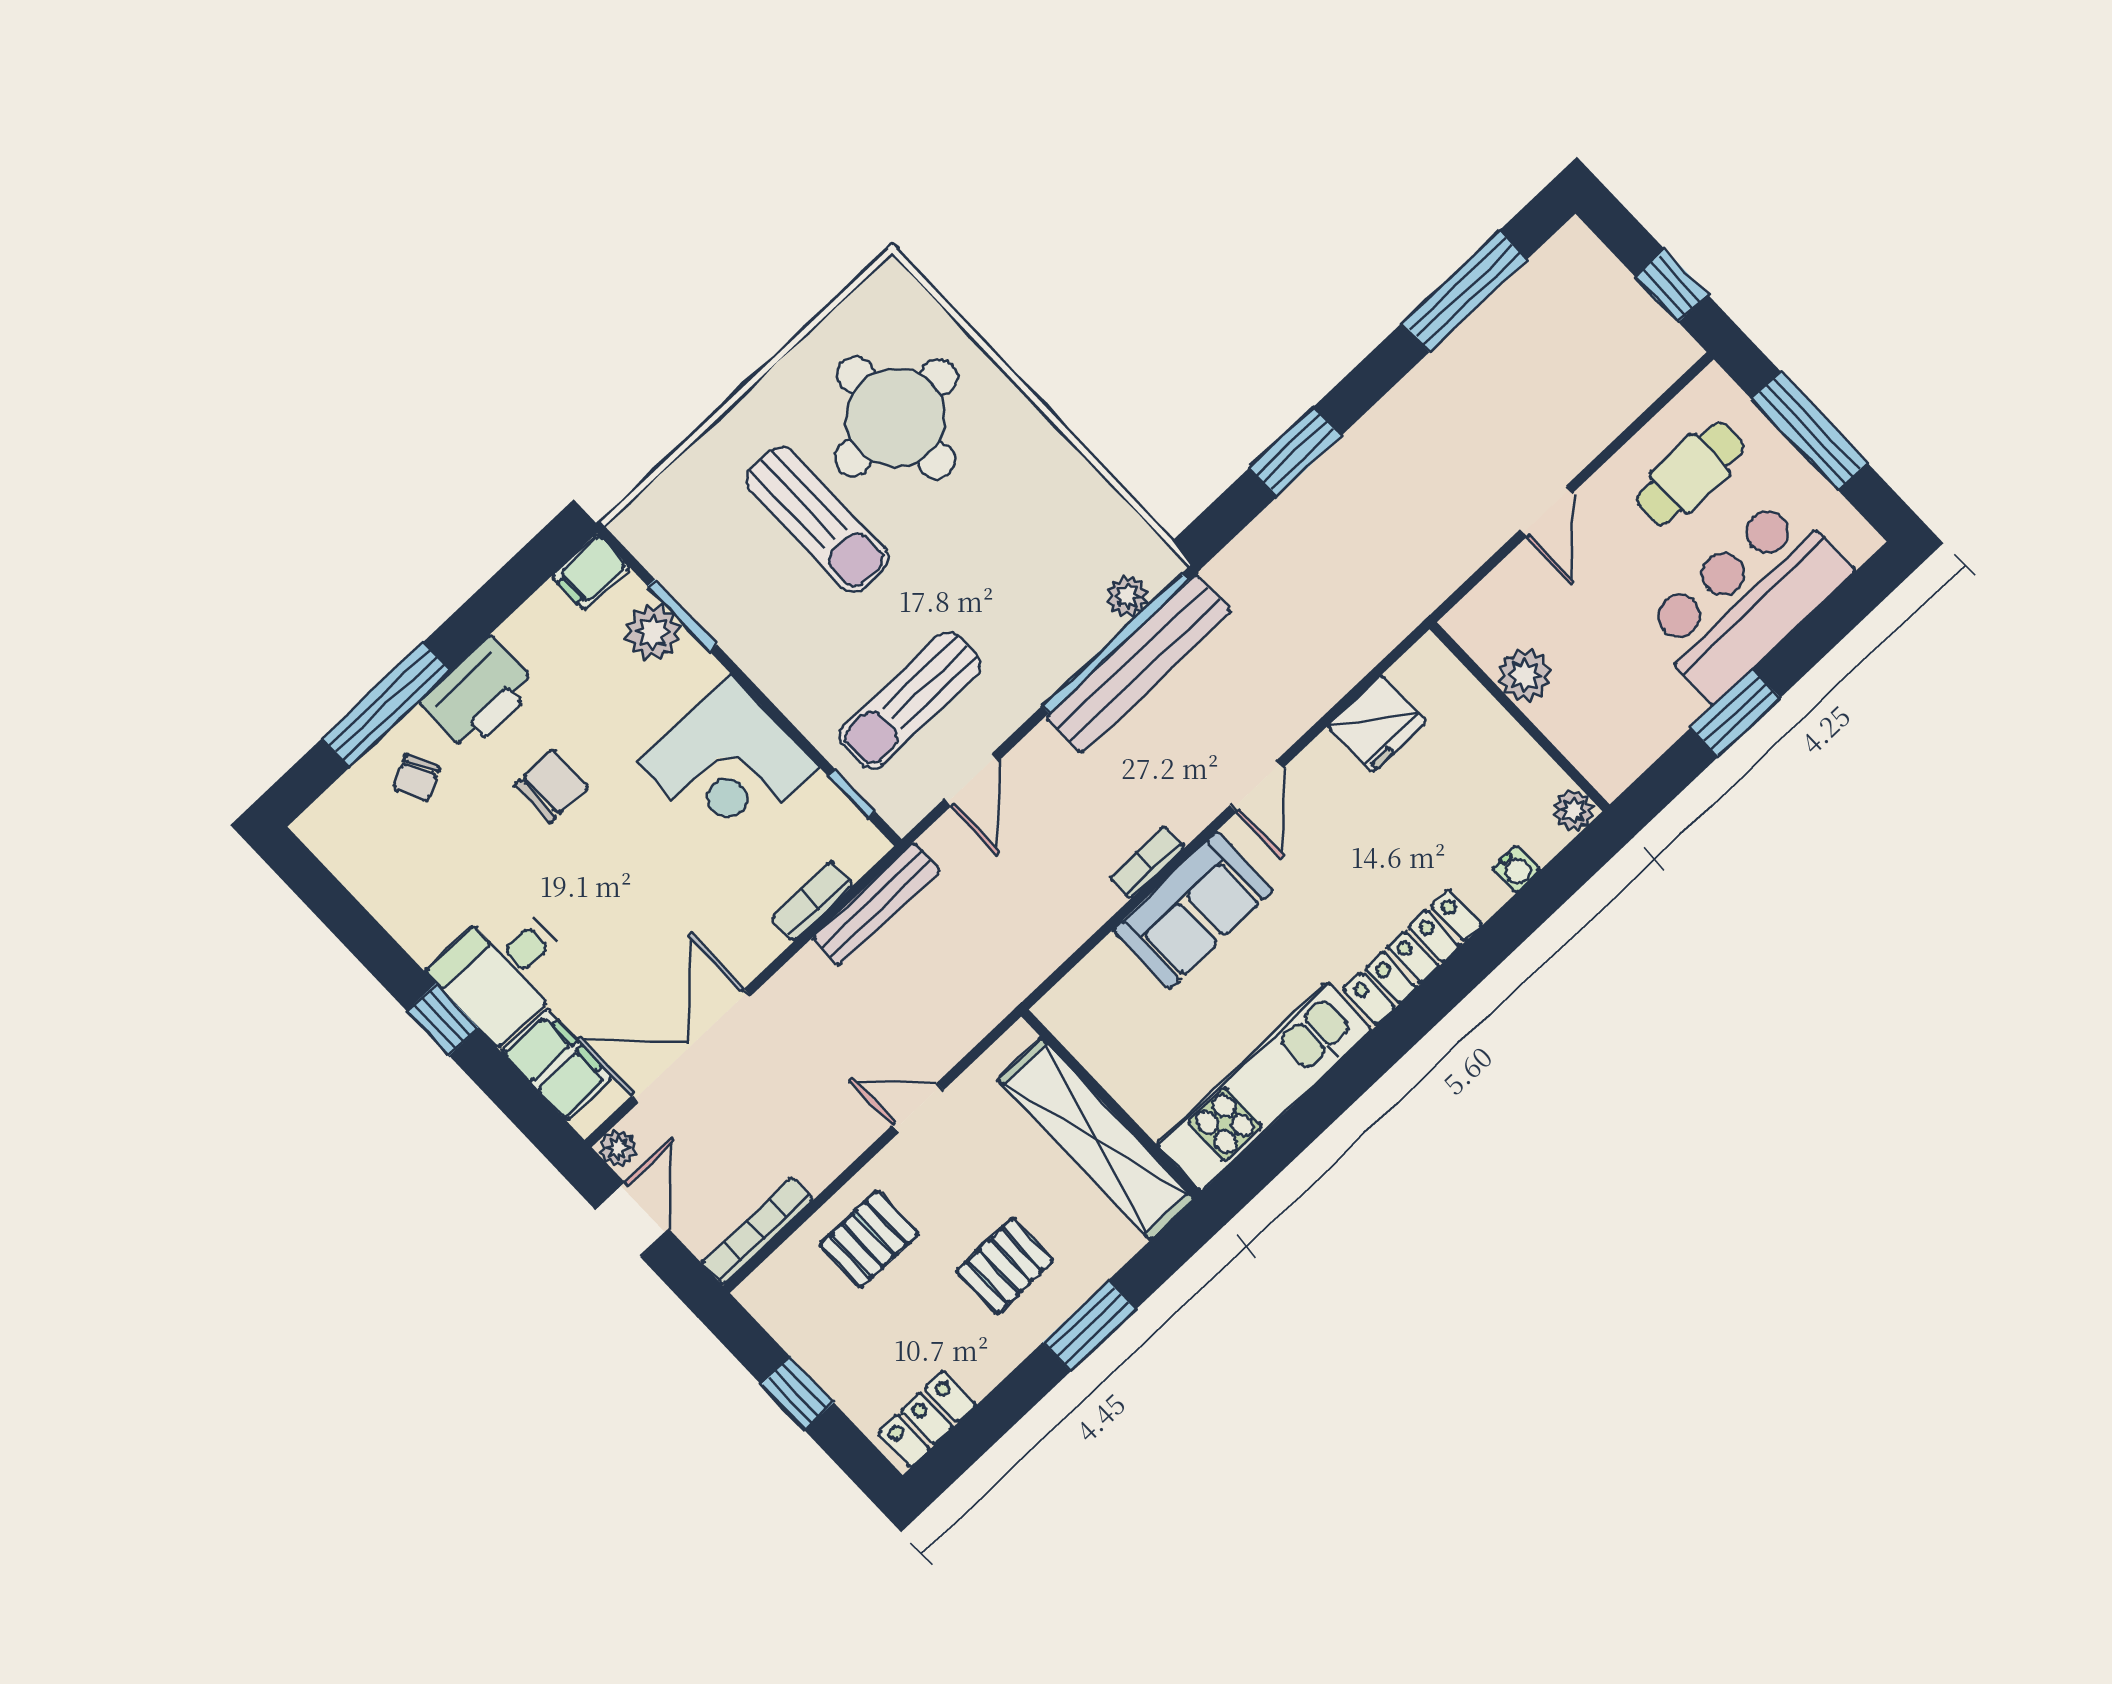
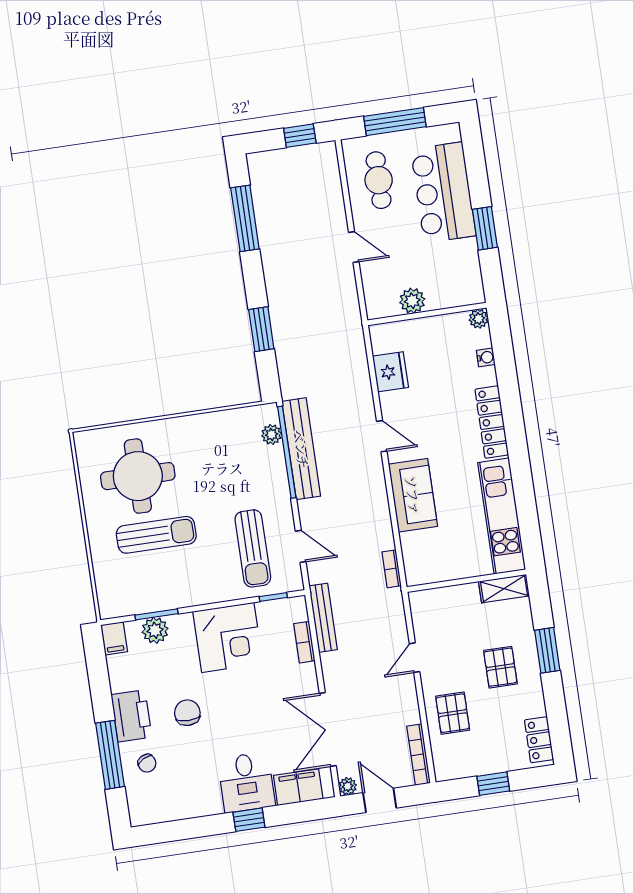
bookcase: (1147, 862) -> (392, 569), moved
shelving: (1096, 1139) -> (504, 589), width x0.45, depth x0.75

